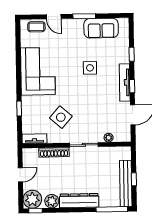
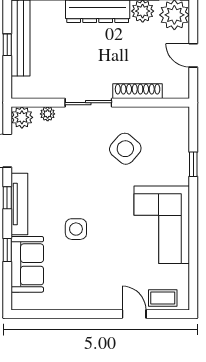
window: (84, 16) -> (84, 314), removed
sofa: (101, 28) -> (27, 264), moved, turned 90
plant: (124, 135) -> (22, 117), added
tv unit: (34, 139) -> (169, 114), removed
door: (20, 175) -> (193, 55), hinge flipped

